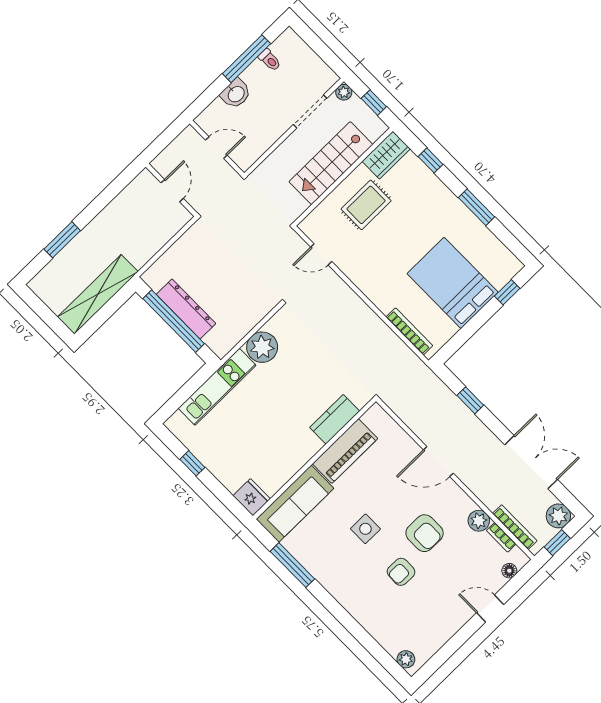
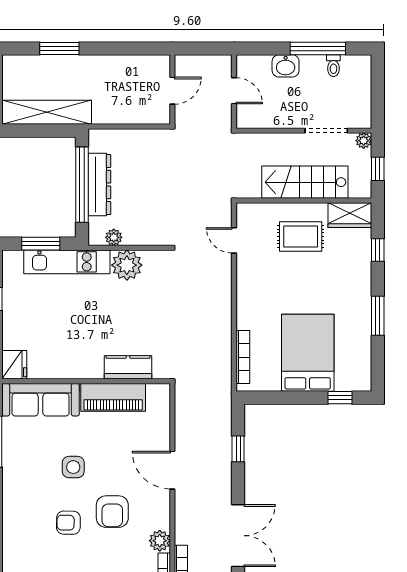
plant: (233, 336) -> (114, 237), added
window: (186, 392) -> (41, 244), added

